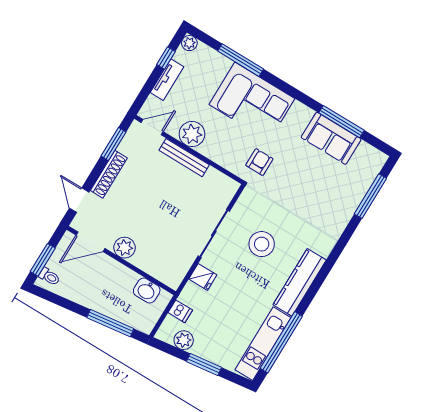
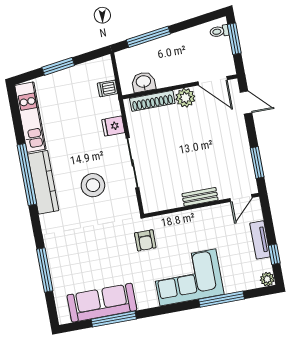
plant: (192, 134) -> (209, 218), removed
sofa: (331, 138) -> (102, 303), width x1.36
bench: (184, 158) -> (200, 197), width x0.73
shoe rack: (109, 174) -> (152, 101), moved, turned -90
window: (370, 196) -> (45, 270), moved
door: (90, 242) -> (213, 81), swing flipped
plant: (184, 340) -> (87, 71), removed
window: (281, 342) -> (27, 174), moved

